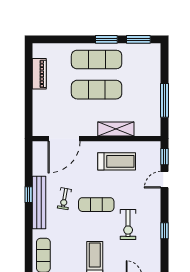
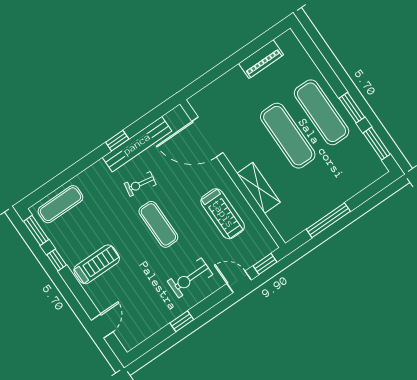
bench: (39, 203) -> (137, 144), moved
exercise bike: (128, 225) -> (190, 278), moved

